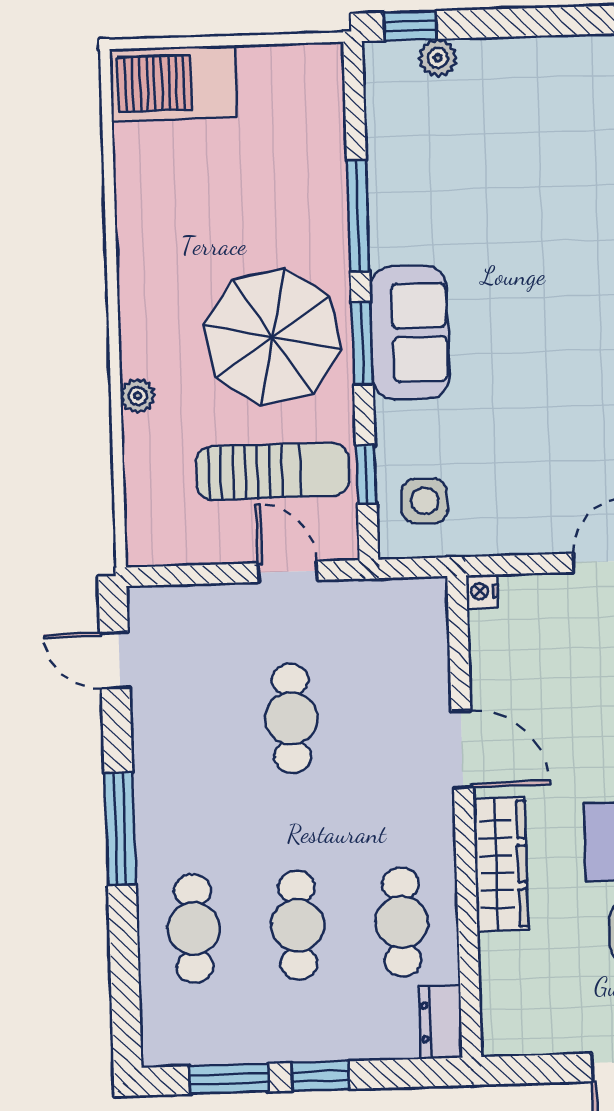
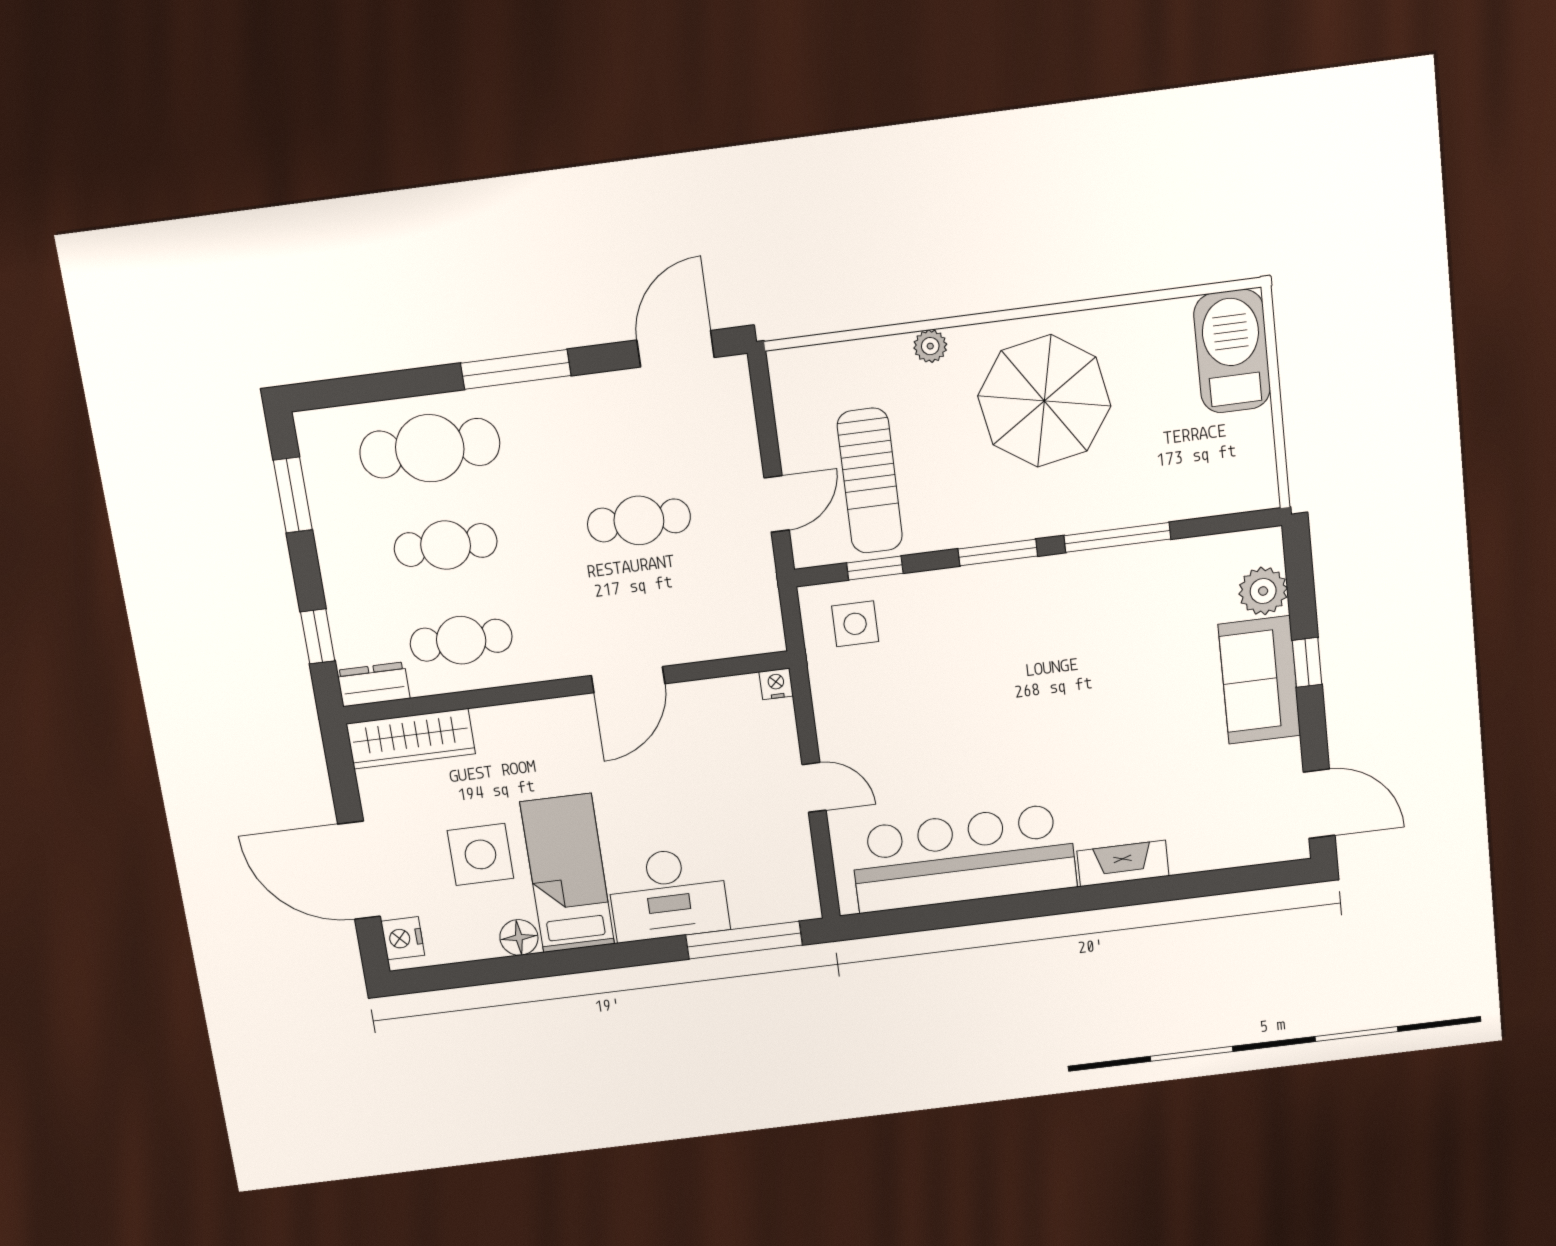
window: (410, 26) -> (1307, 662), moved
plant: (438, 58) -> (1263, 591), width x1.38, depth x1.38
sofa: (410, 333) -> (1259, 680), moved, turned 90
parasol: (273, 337) -> (1044, 401), moved
door: (115, 660) -> (675, 349), width x1.38
wardrobe: (501, 864) -> (411, 739), moved
cafe table: (194, 929) -> (430, 448), width x1.37, depth x1.35
window: (321, 1076) -> (318, 636), moved

